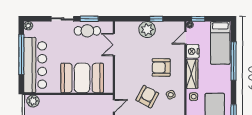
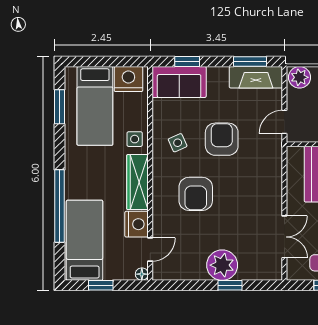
window: (156, 19) -> (230, 285), moved
window: (198, 19) -> (101, 285), moved
armchair: (161, 67) -> (196, 194), turned 90
armchair: (147, 97) -> (222, 139), turned 152

